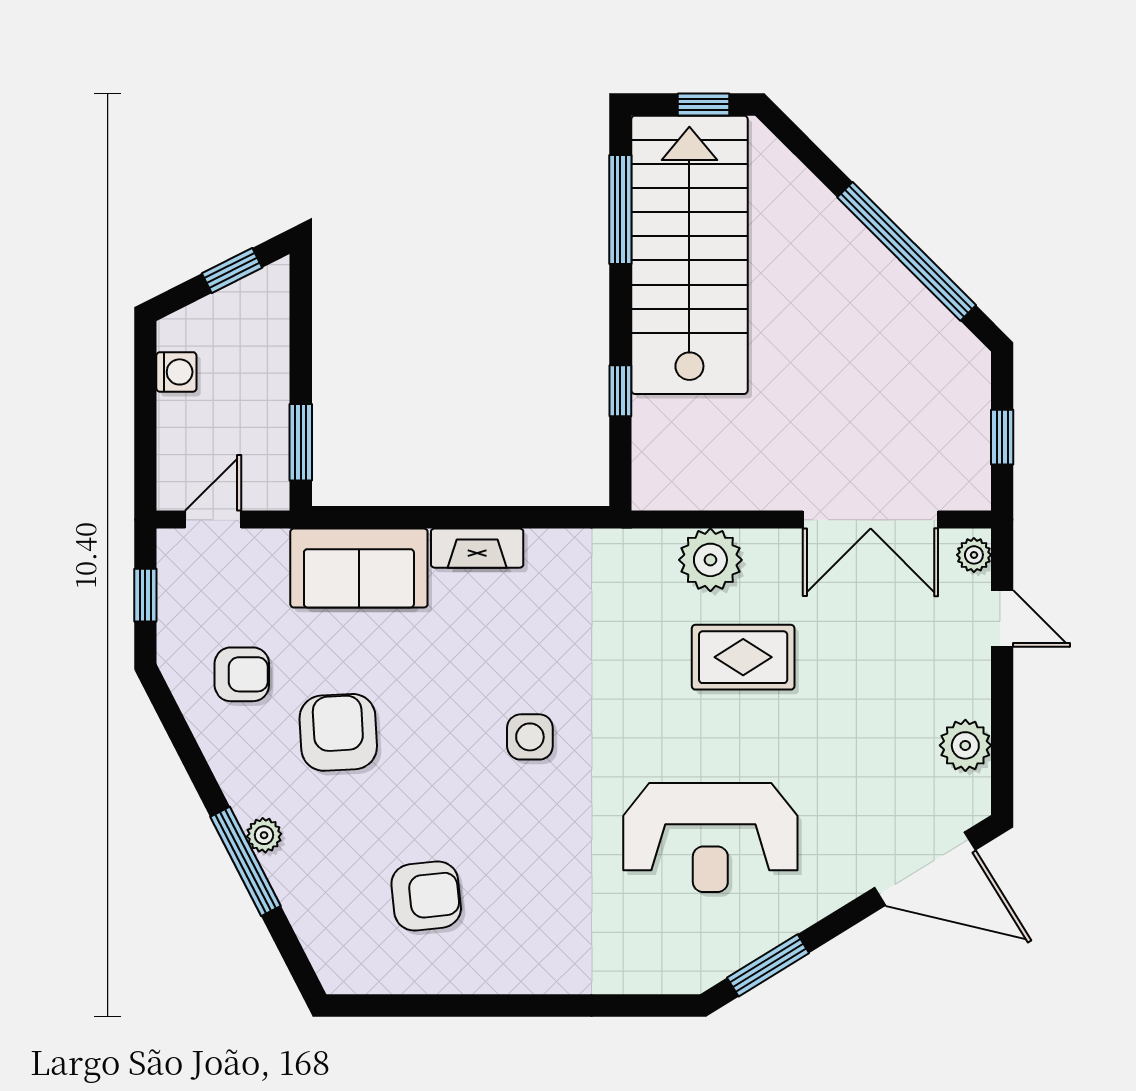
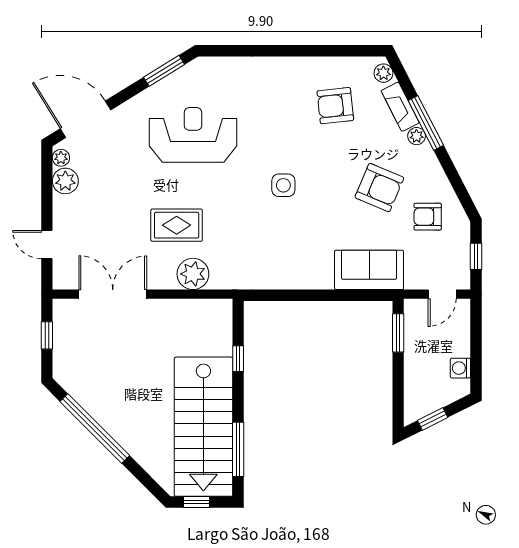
fireplace: (477, 548) -> (400, 107), moved, turned -117
plant: (974, 555) -> (61, 158), moved
armchair: (338, 732) -> (379, 188), turned -64
plant: (330, 961) -> (383, 73), added

